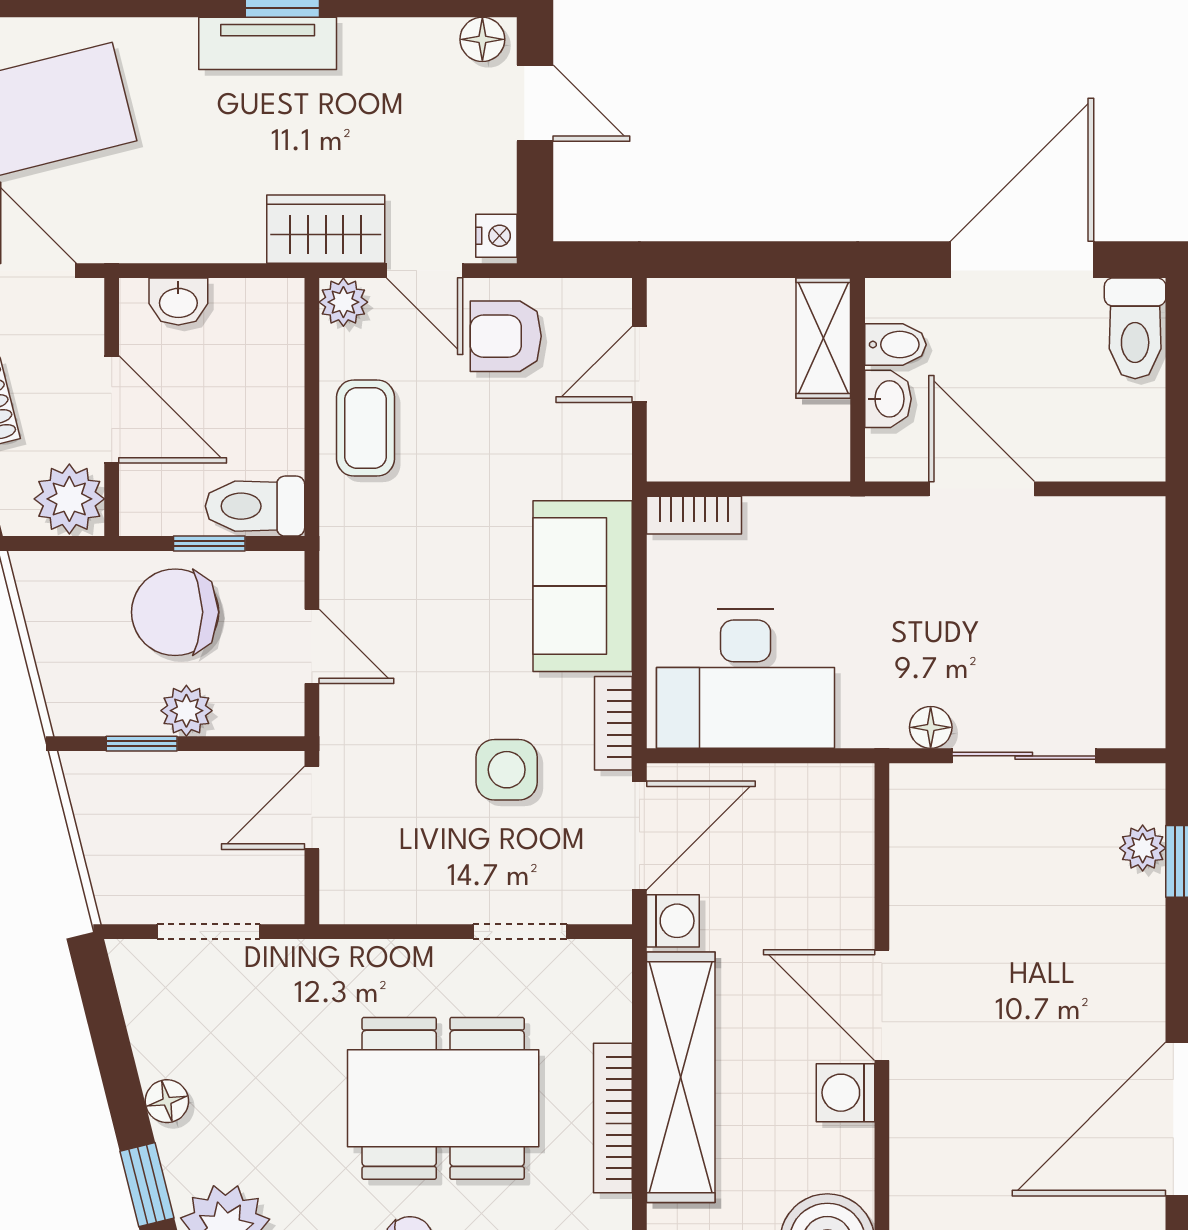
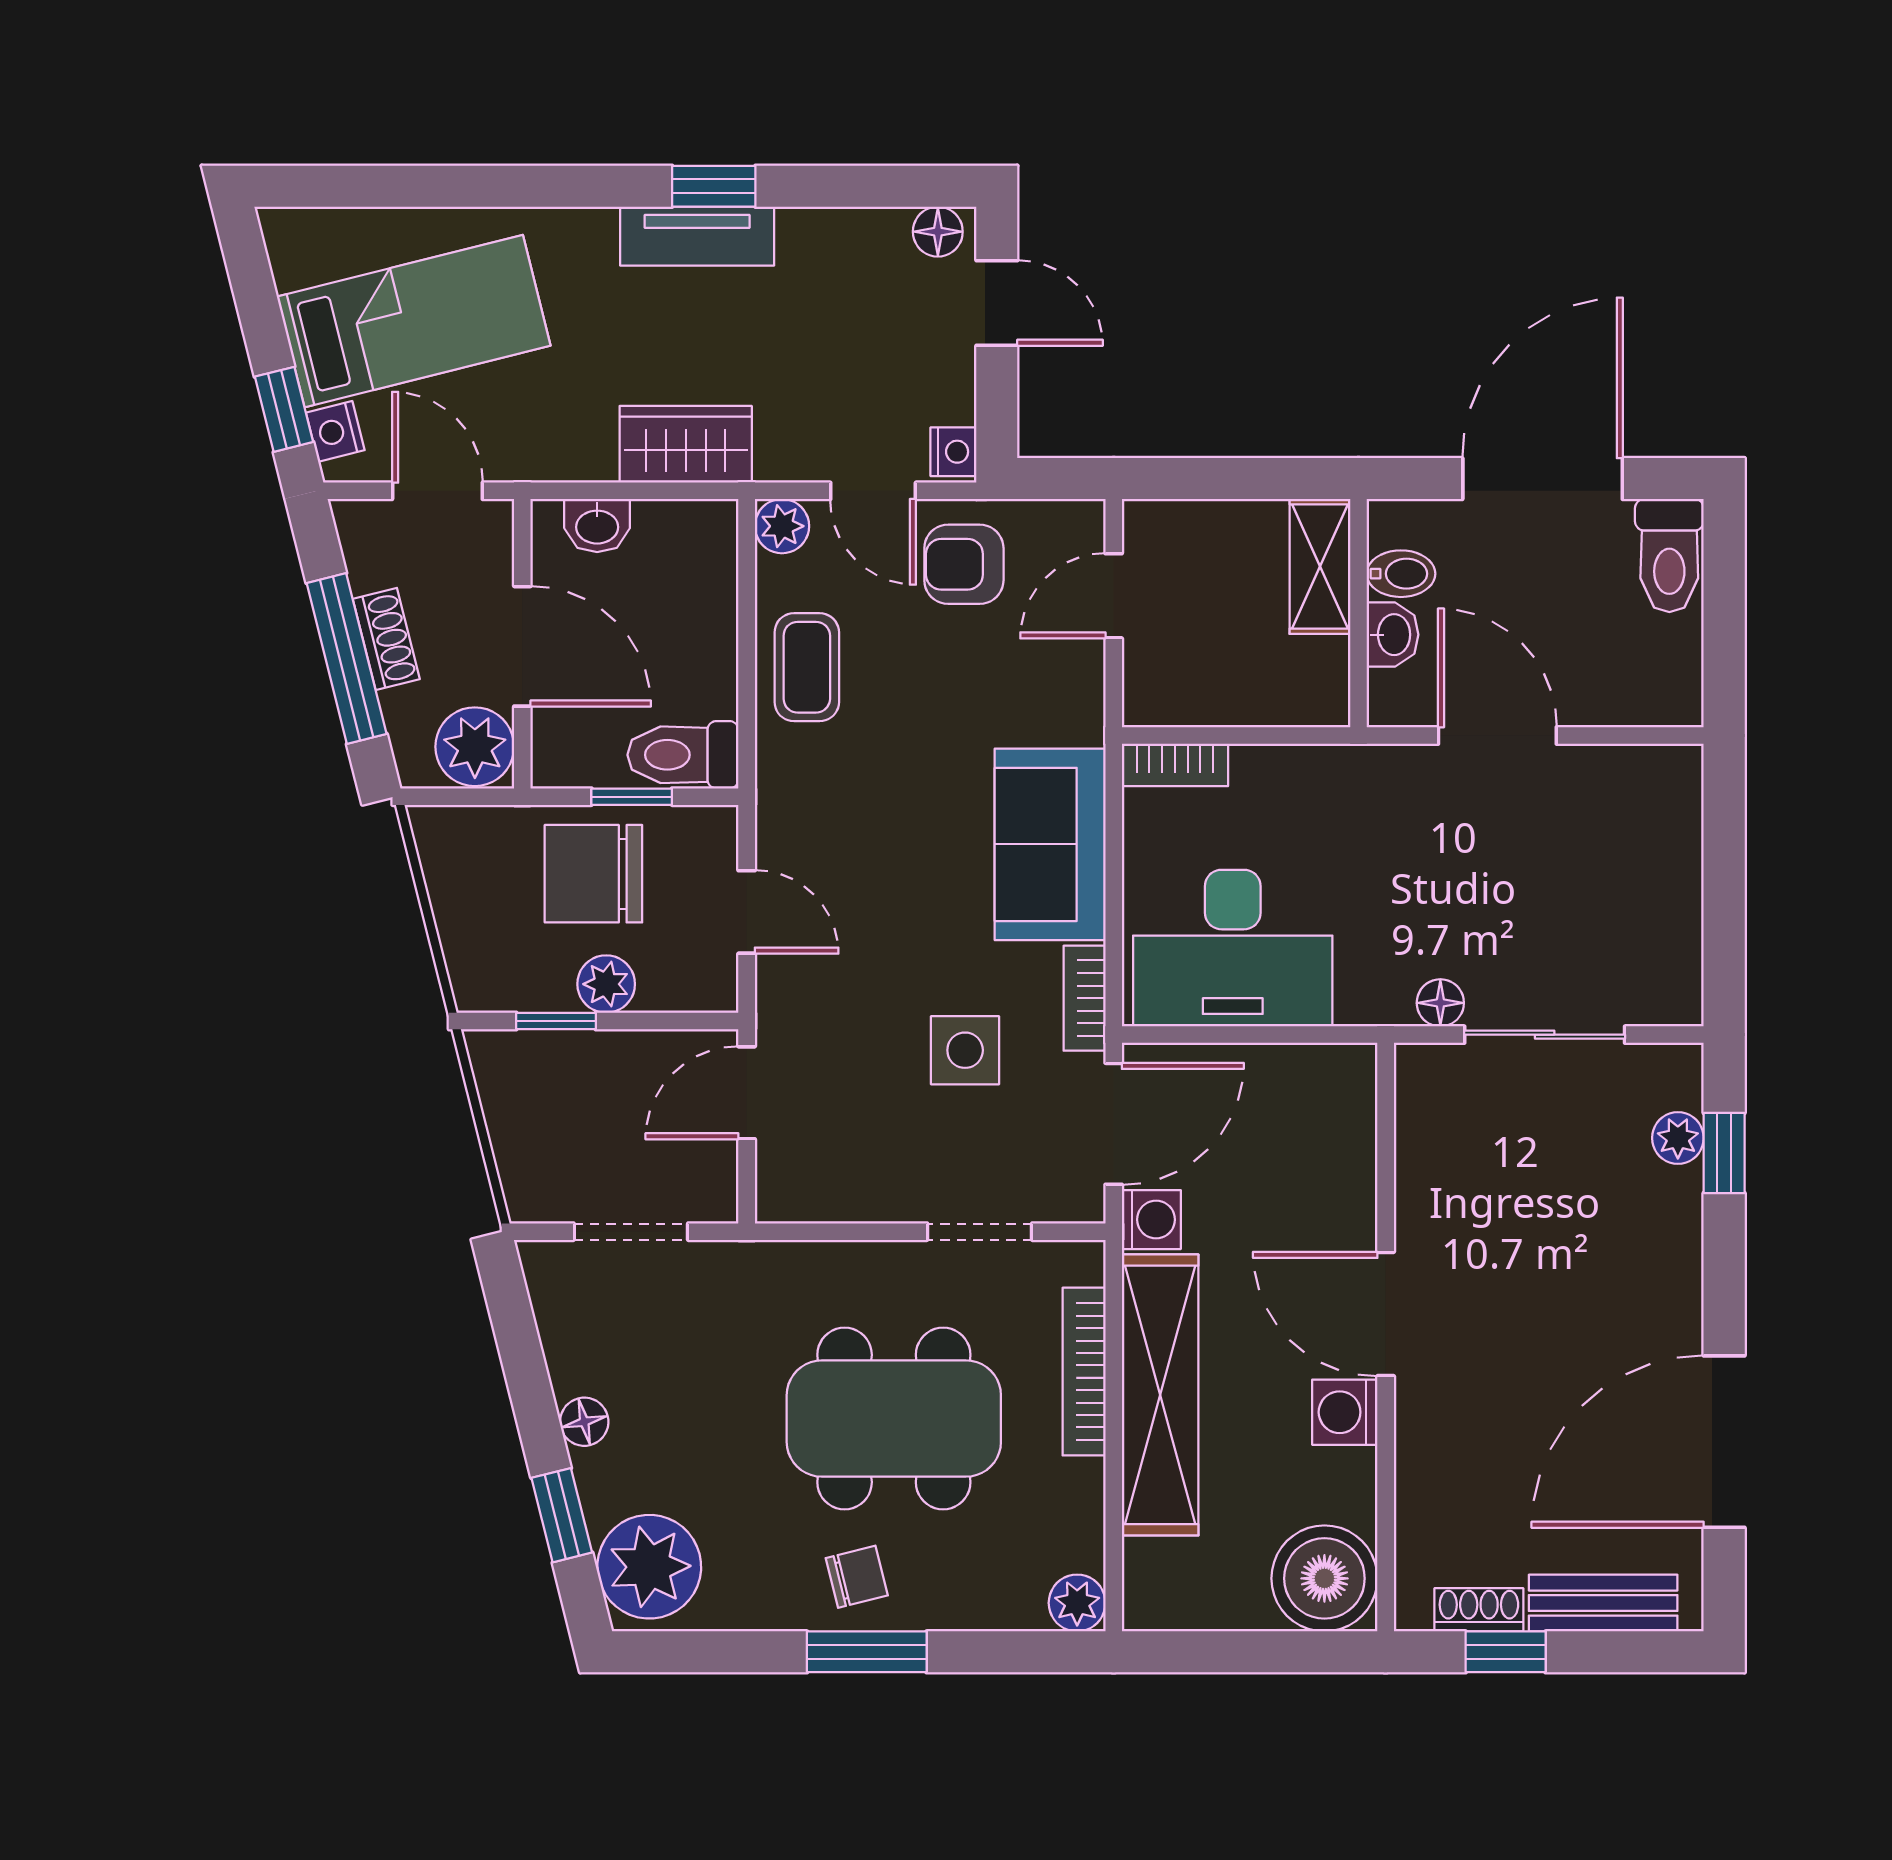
wardrobe: (326, 229) -> (686, 444), moved
bookcase: (613, 1118) -> (1084, 1372), moved

